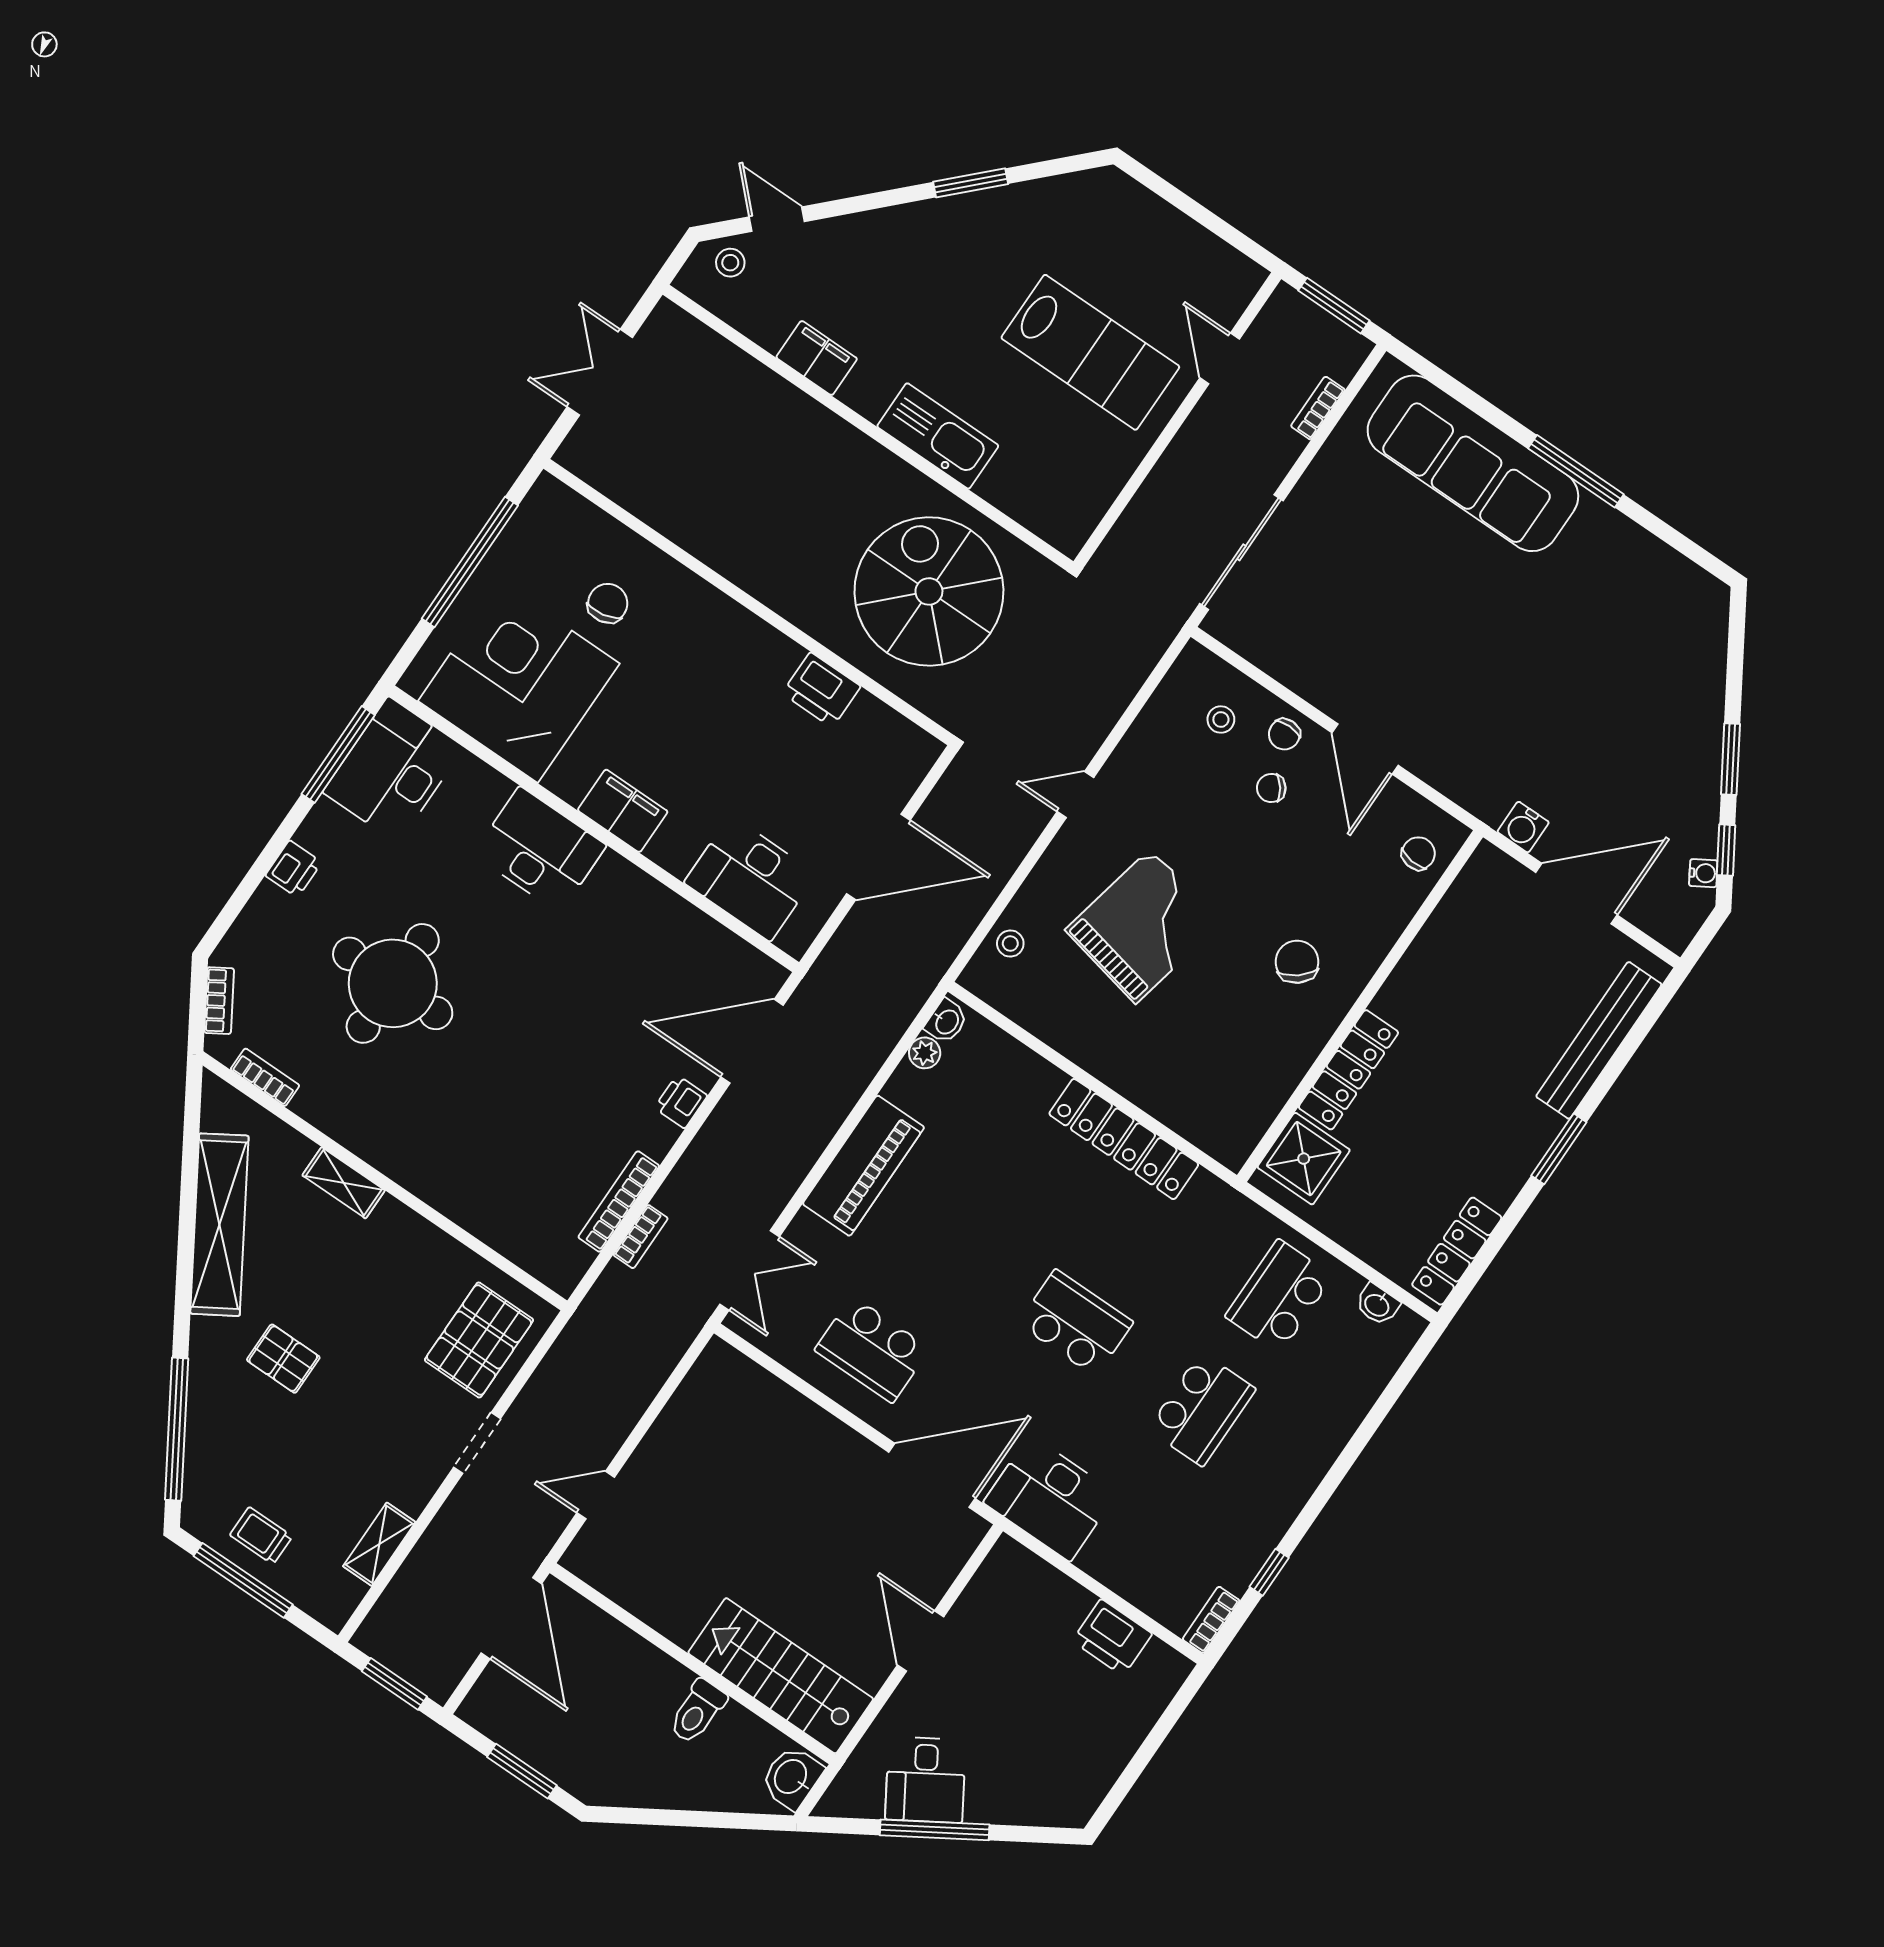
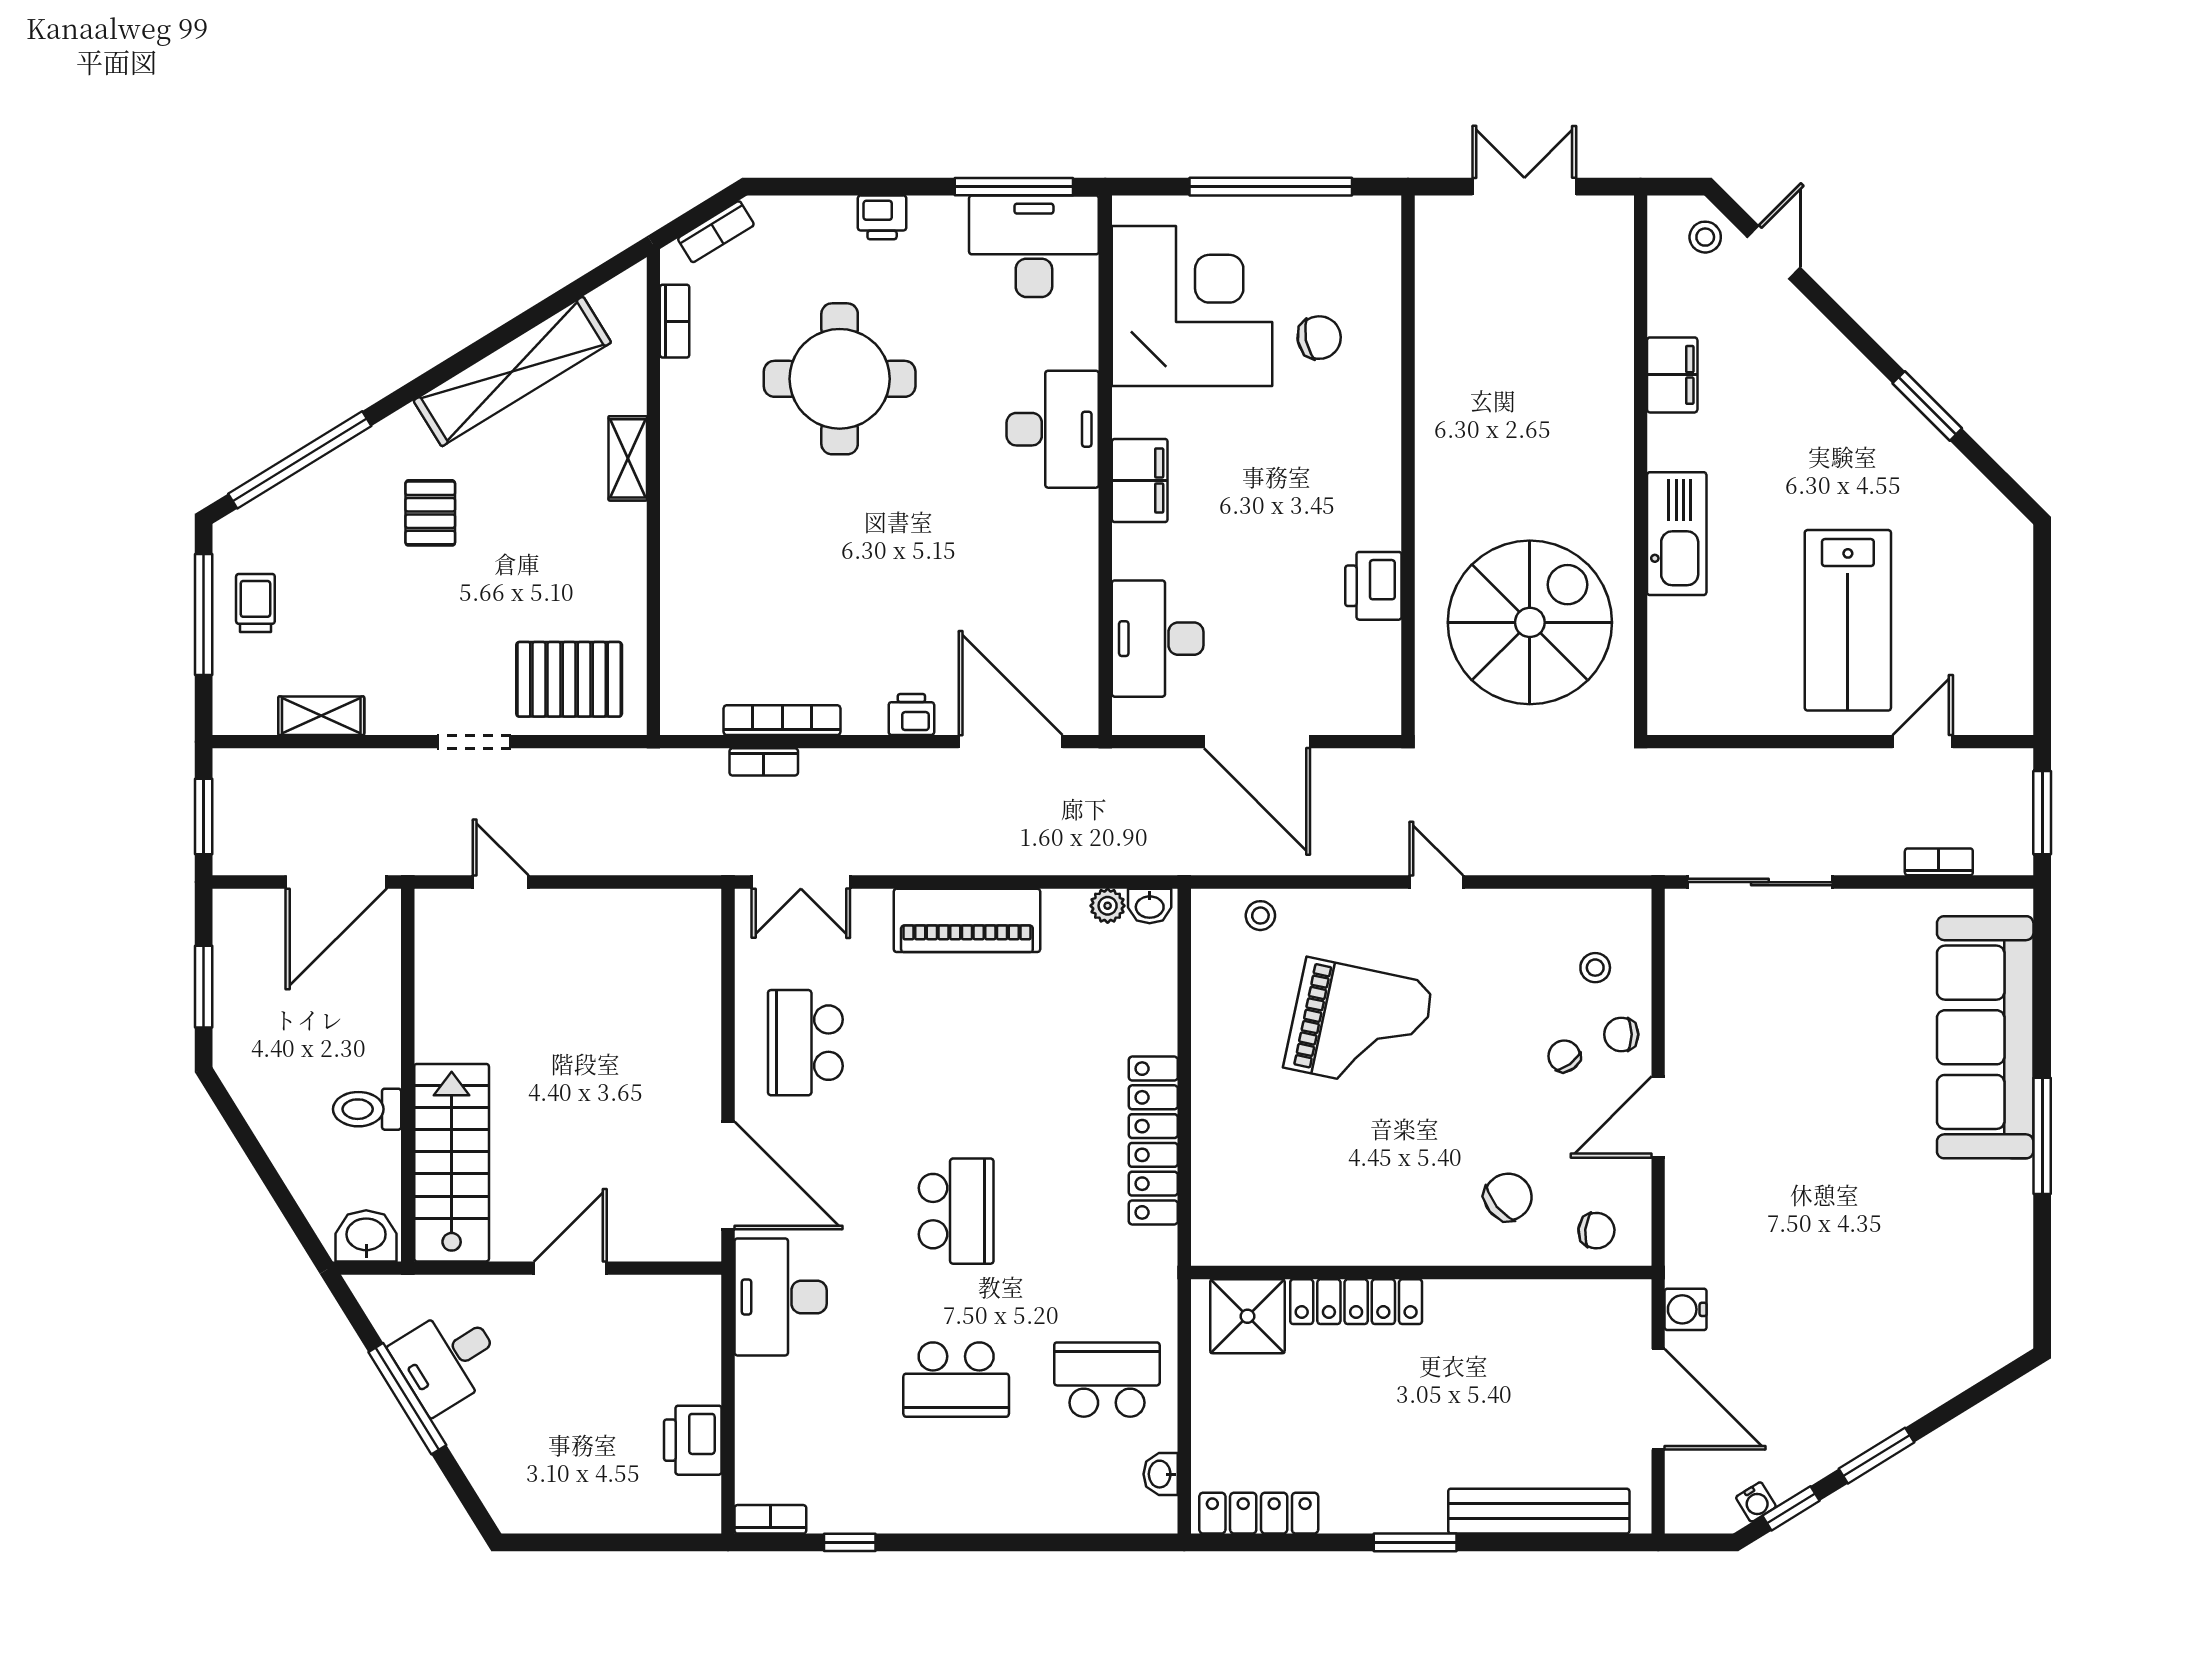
chair: (1297, 962) -> (1508, 1197), moved

